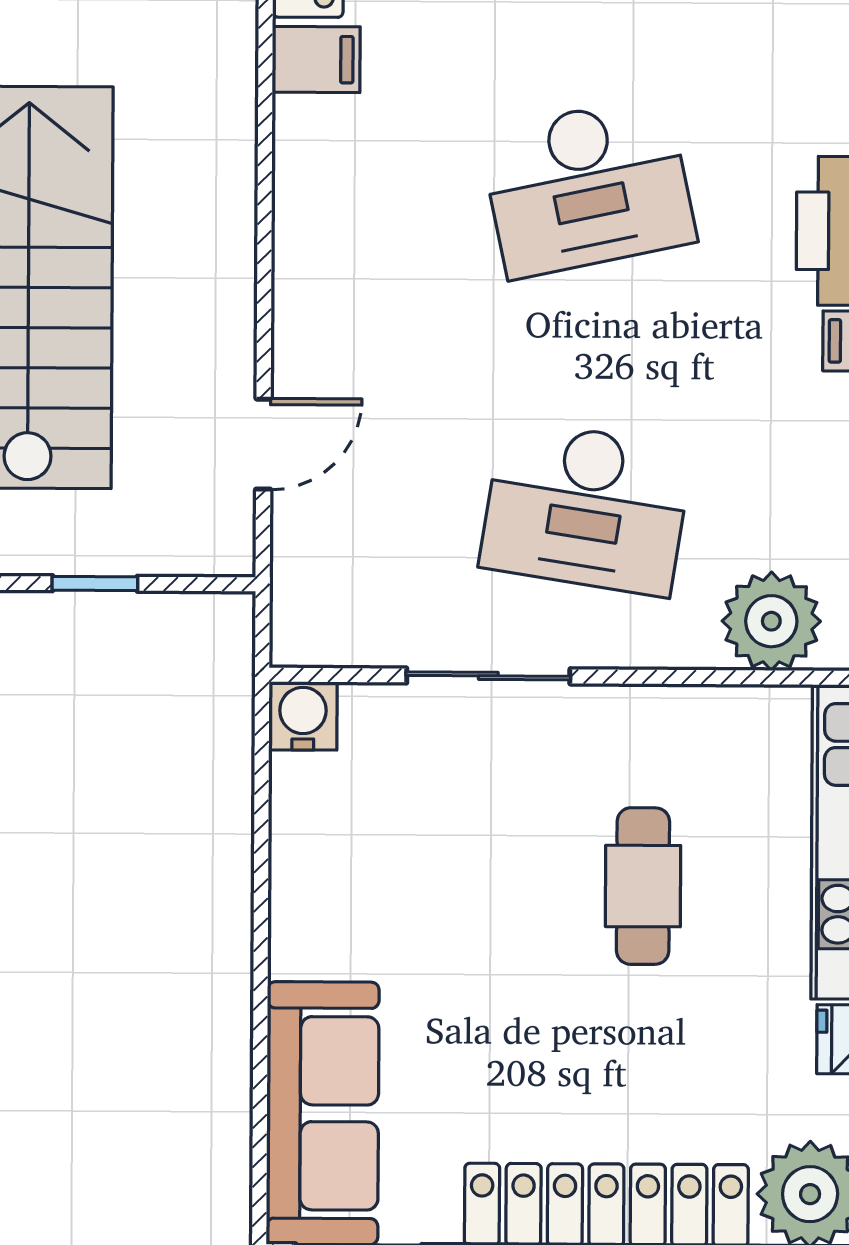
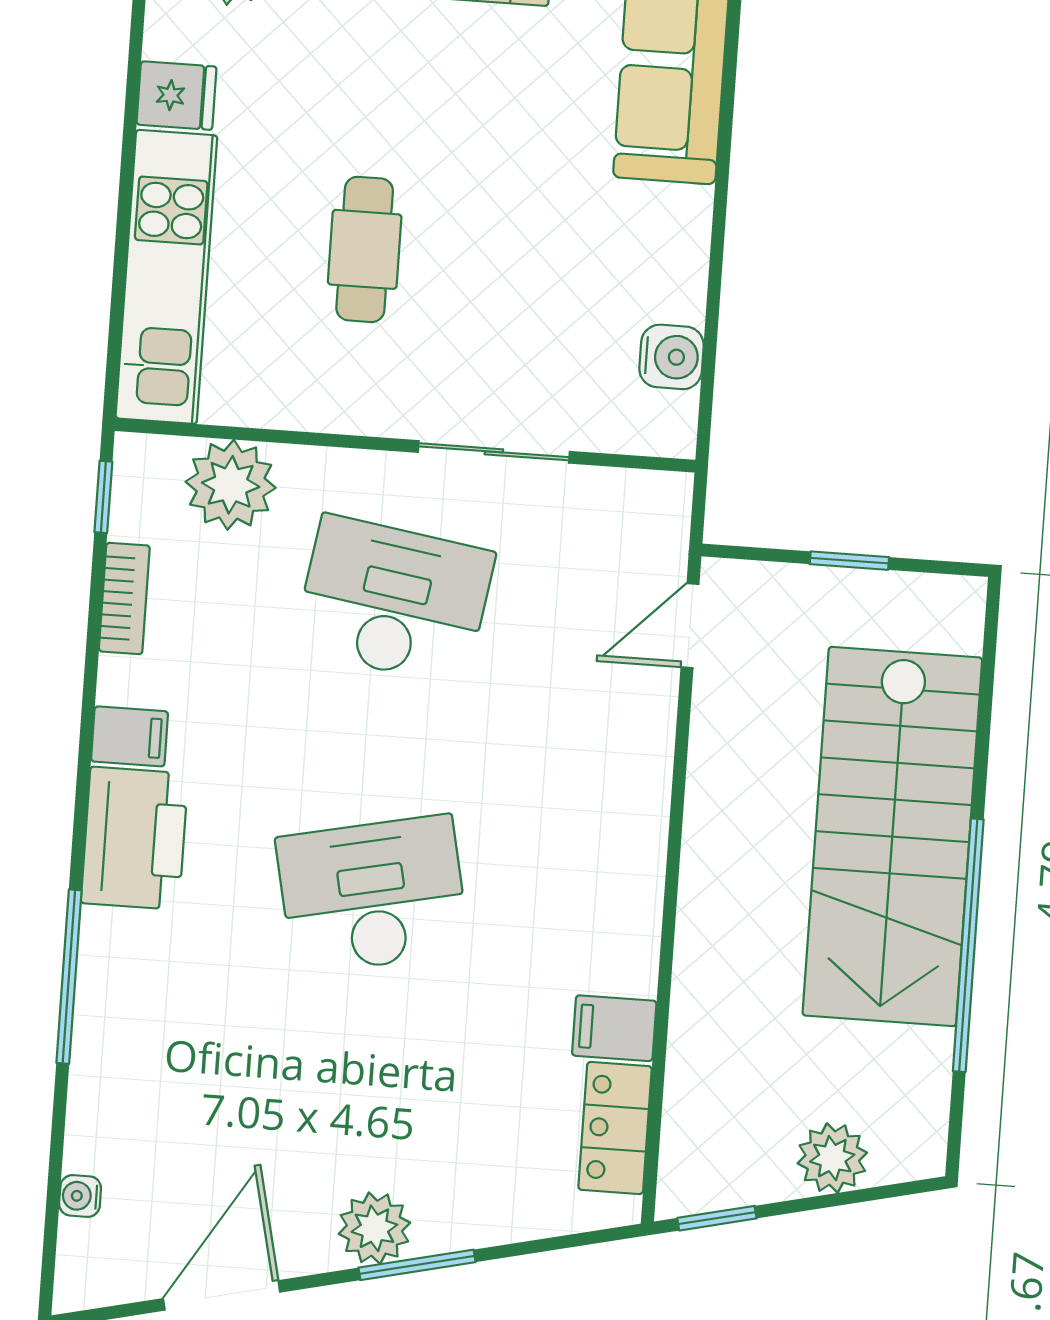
door: (263, 444) -> (690, 626), moved
water cooler: (303, 716) -> (671, 357), moved, turned -90

